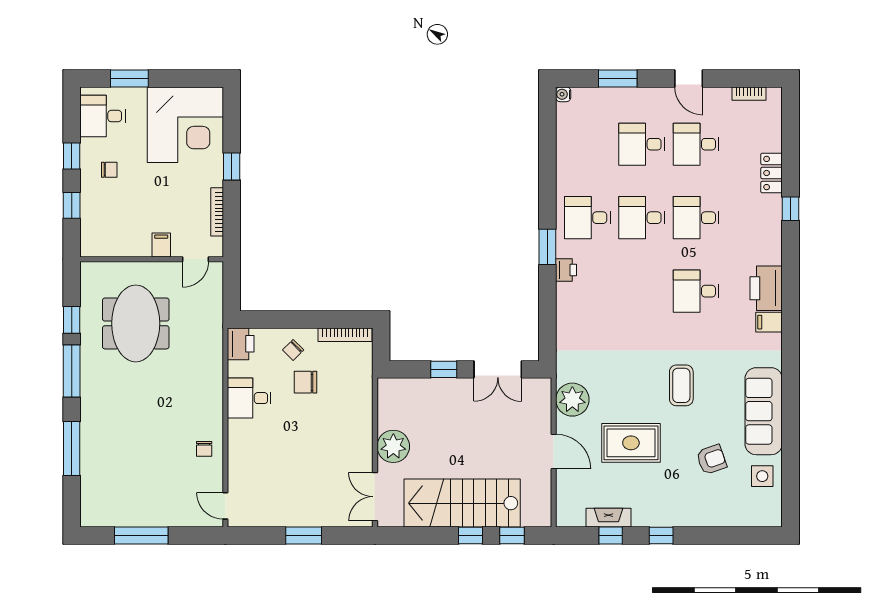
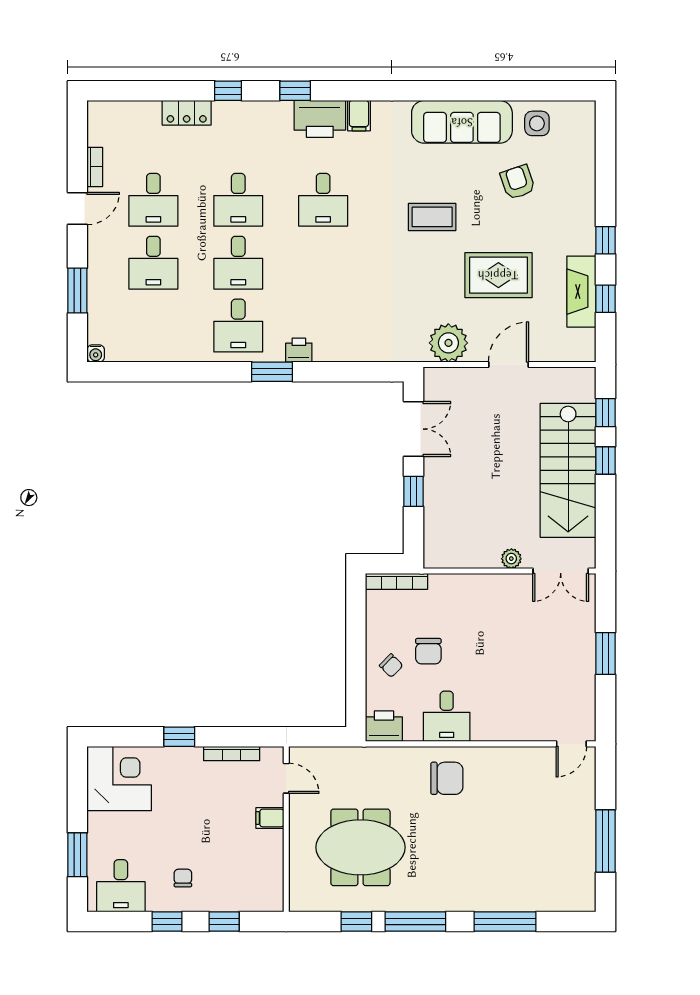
bookcase: (749, 94) -> (95, 167), moved
corner desk: (185, 125) -> (119, 778), width x0.74, depth x0.74
window: (790, 267) -> (295, 91), added
bookcase: (345, 335) -> (397, 581), moved, turned 90
rug: (631, 443) -> (498, 275), turned 90
plant: (393, 446) -> (511, 559), width x0.53, depth x0.53
chair: (204, 449) -> (447, 778), moved, width x1.87, depth x1.87
fireplace: (608, 518) -> (581, 292), width x1.37, depth x1.32

